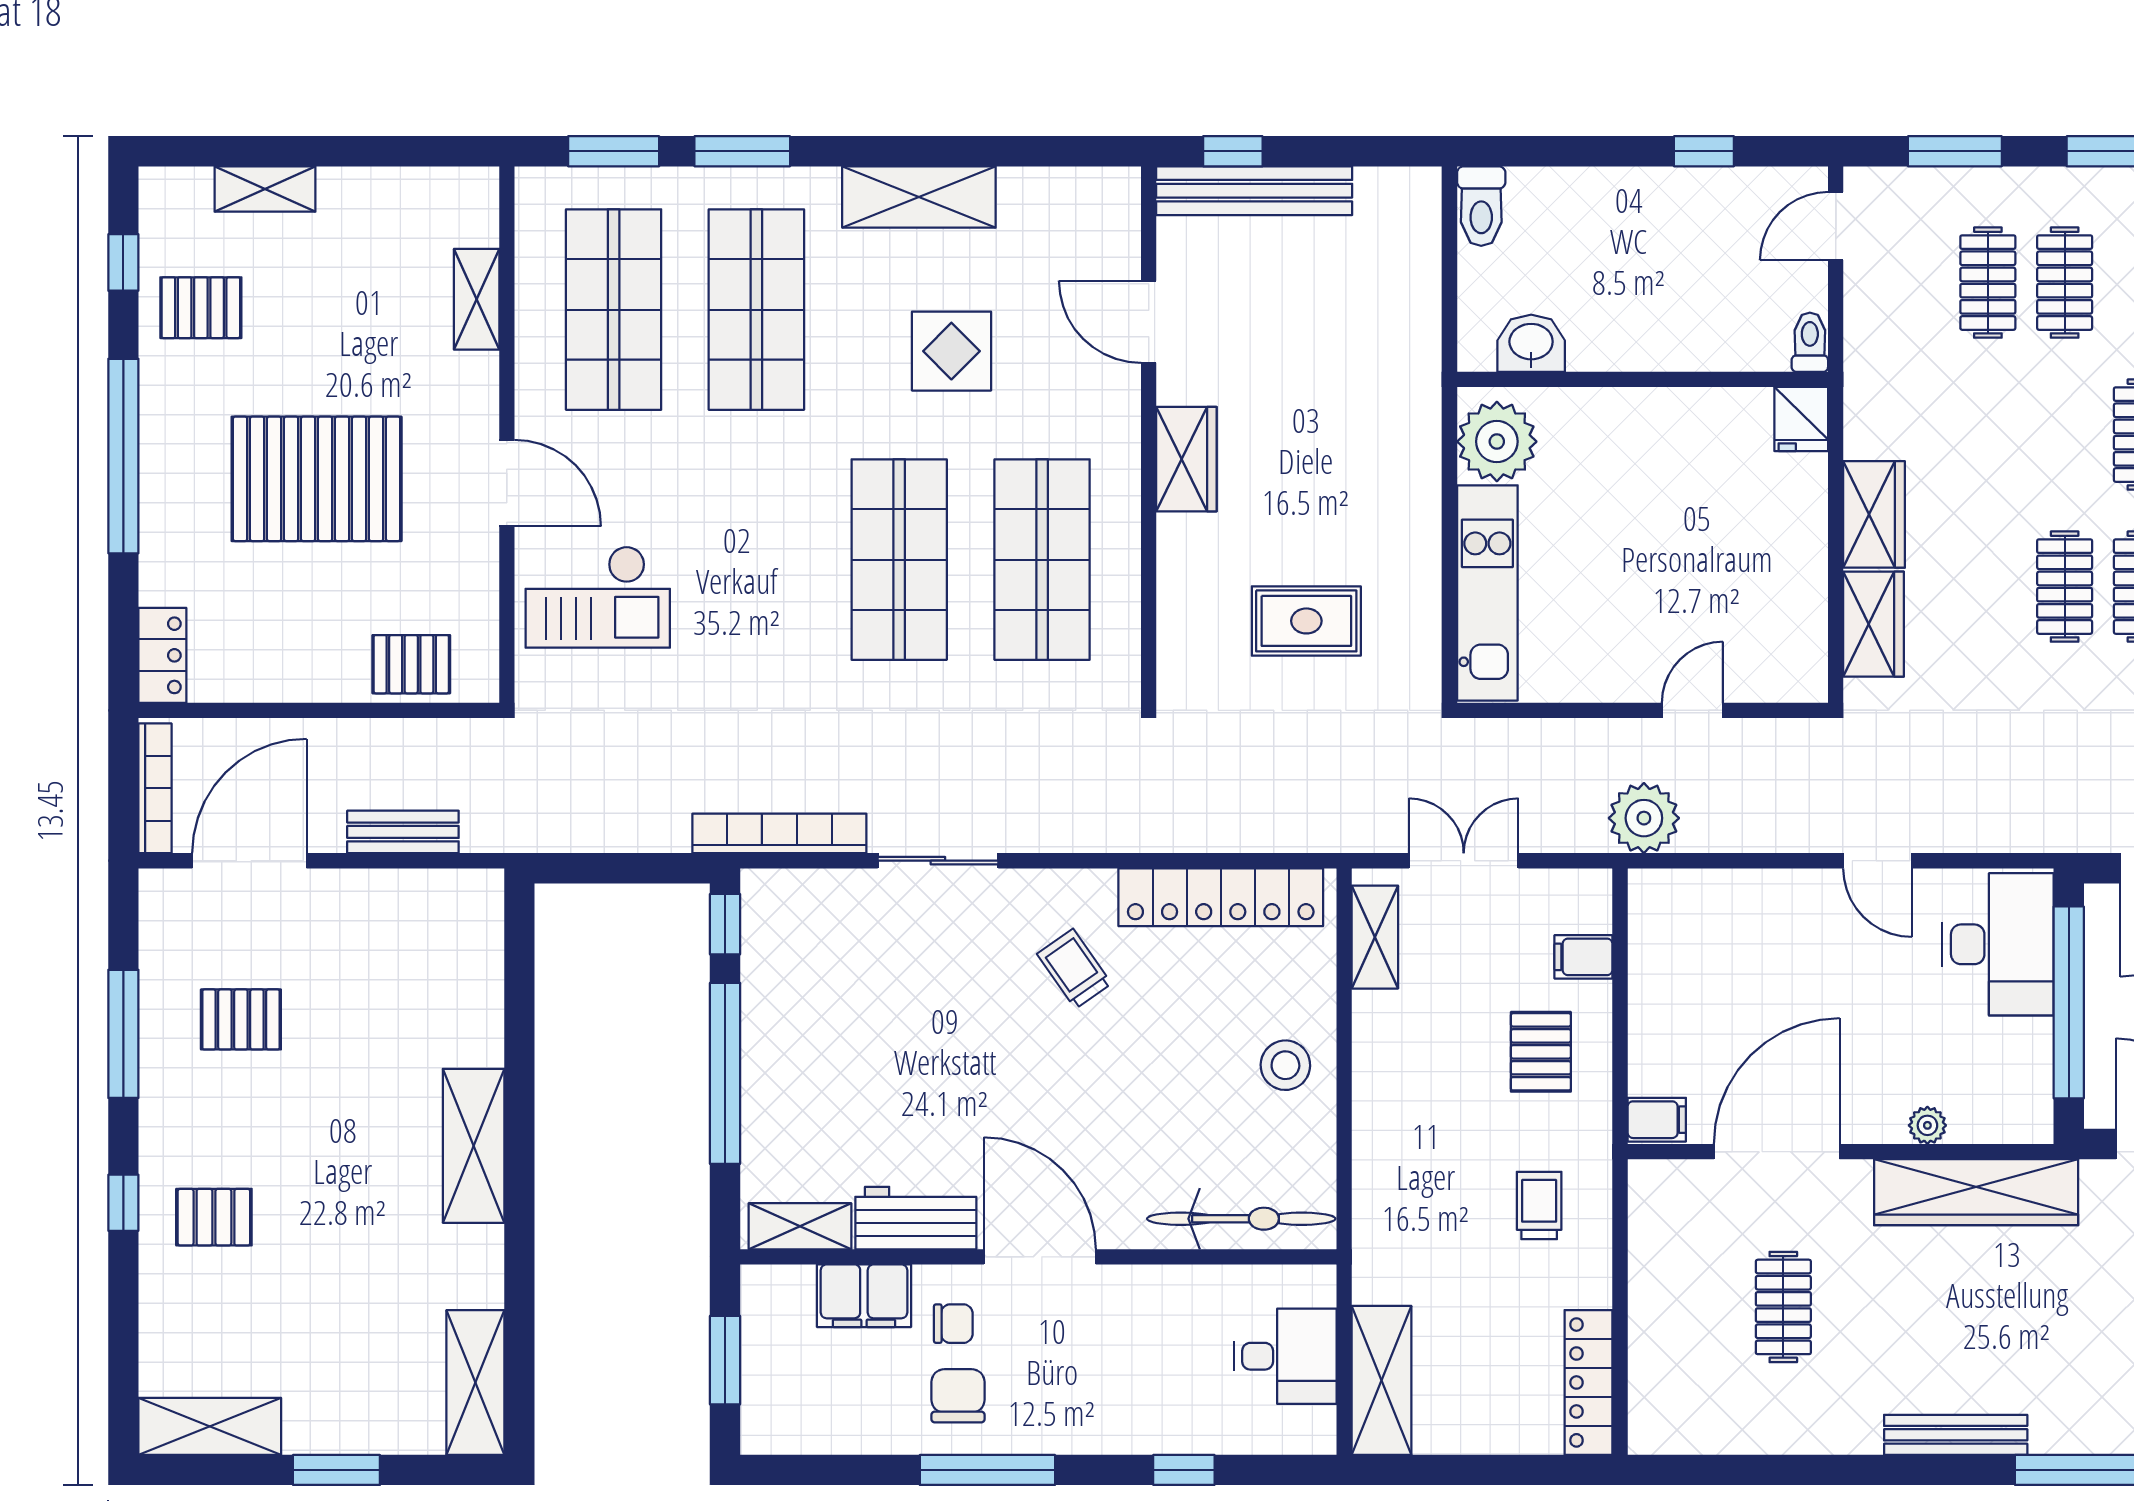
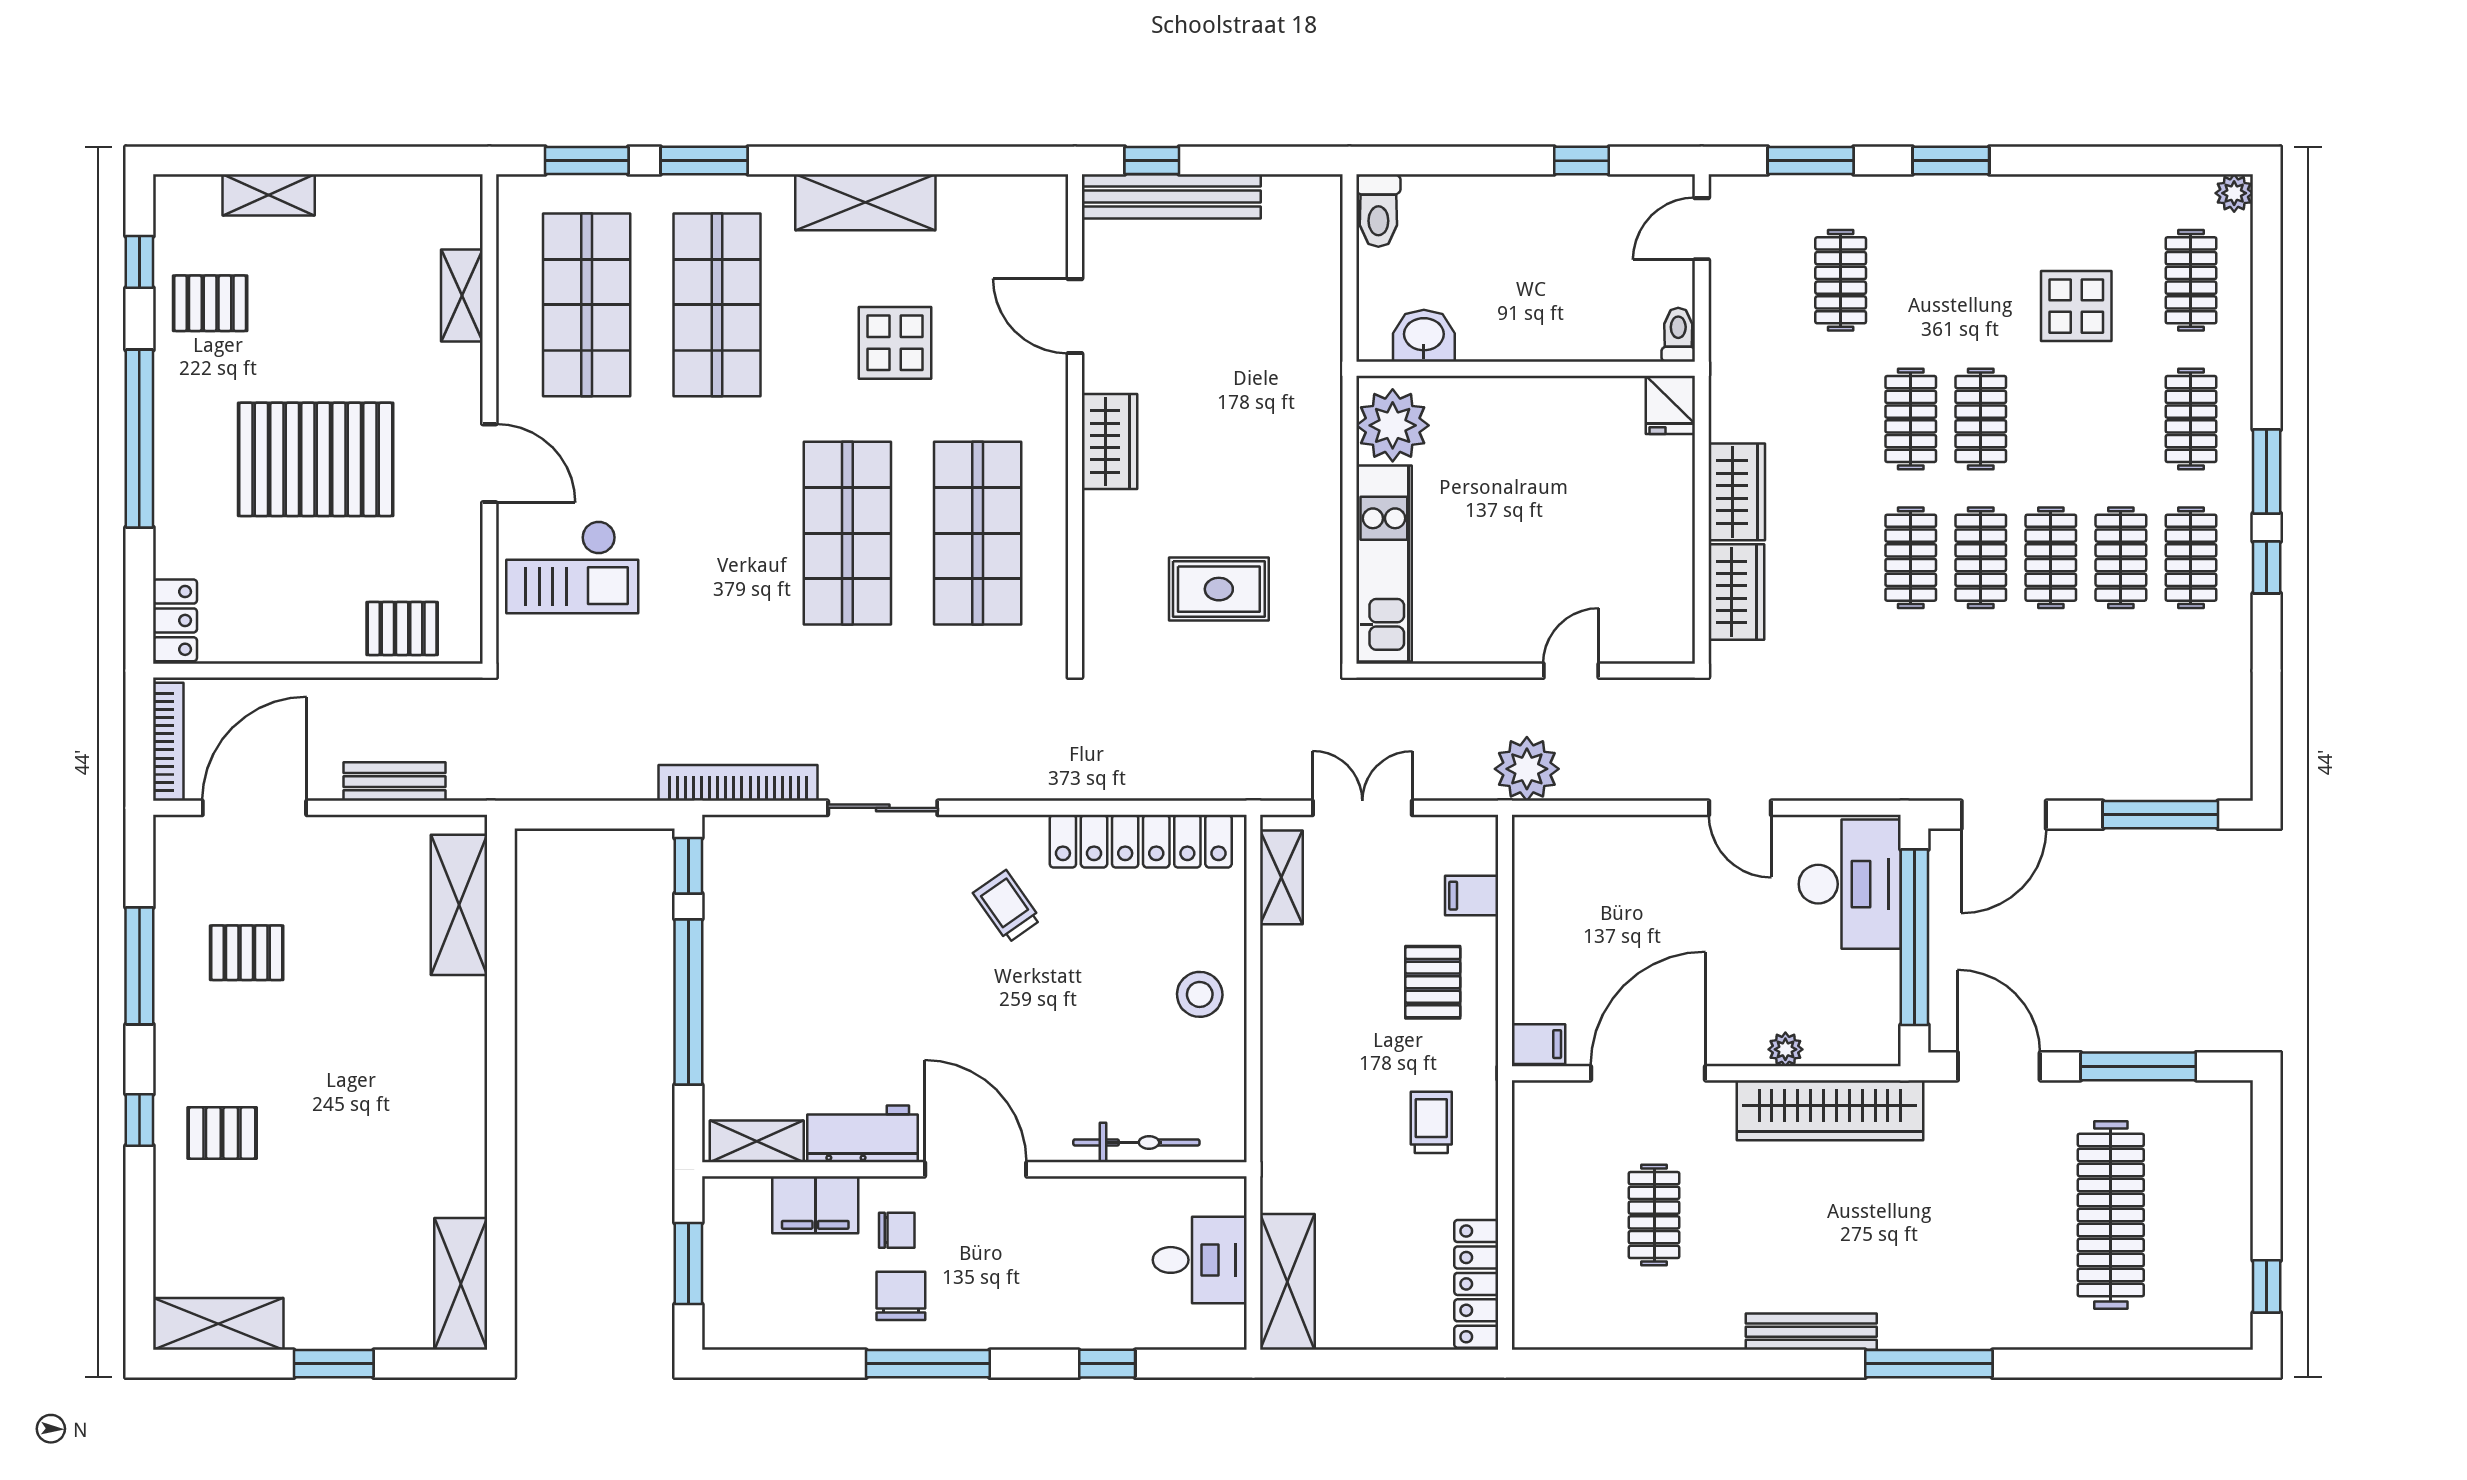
clothes rail: (2065, 283) -> (1911, 419), moved
shelving: (474, 1146) -> (459, 905), moved
bicycle: (1241, 1219) -> (1136, 1142), width x0.73, depth x0.71

